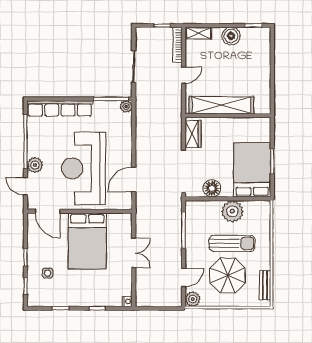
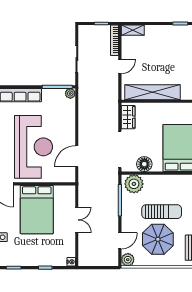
boiler: (231, 36) -> (161, 33), removed
reception desk: (83, 168) -> (34, 147), turned 180
plant: (232, 211) -> (134, 184), moved

